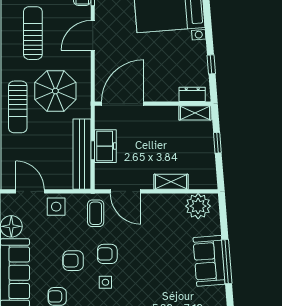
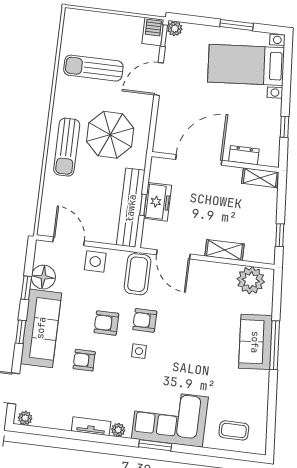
sun lounger: (33, 33) -> (93, 68), turned -90
dresser: (192, 94) -> (244, 155), moved
door: (123, 104) -> (199, 160), moved
window: (217, 143) -> (280, 235), moved
coffee table: (96, 213) -> (138, 274), width x1.36, depth x1.30

